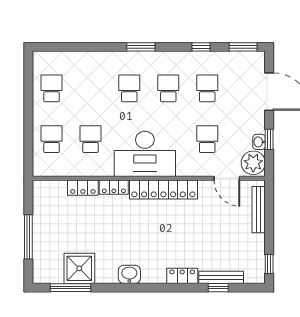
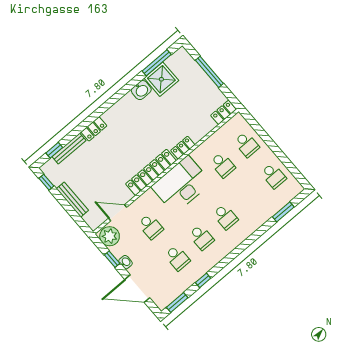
window: (141, 47) -> (283, 212), moved
washbasin: (259, 142) -> (126, 262), moved
locker: (83, 188) -> (223, 112), moved
bench: (259, 210) -> (72, 200), moved
washbasin: (129, 274) -> (141, 90), moved
window: (218, 288) -> (54, 150), moved

